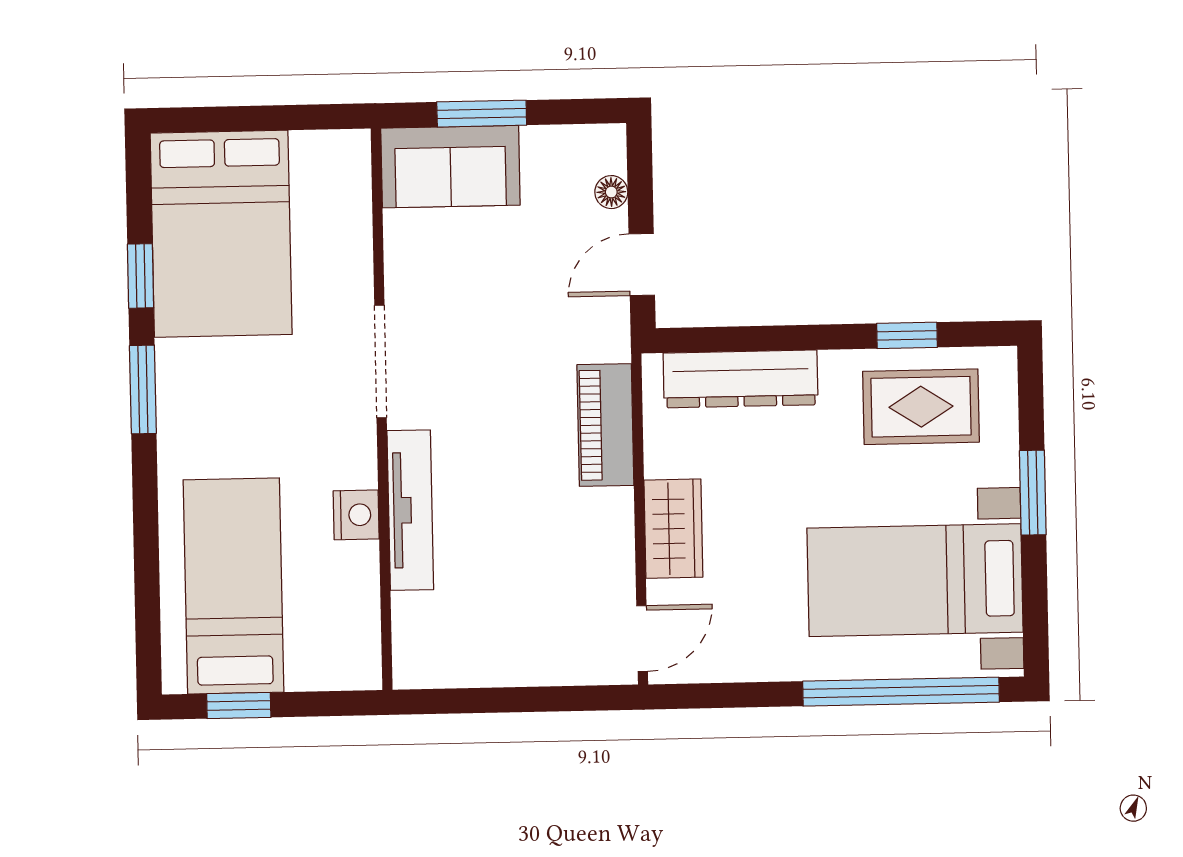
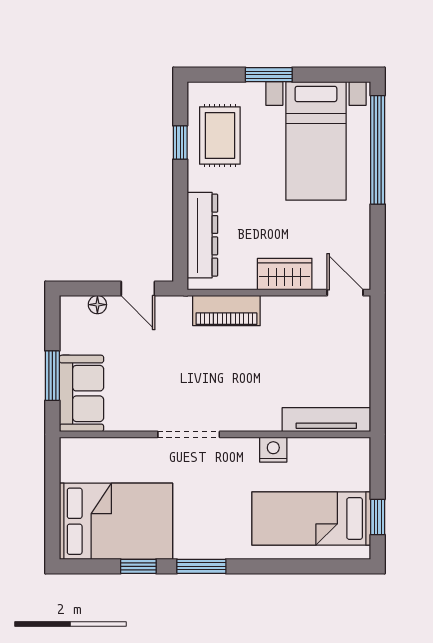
tv unit: (410, 510) -> (326, 420), moved

